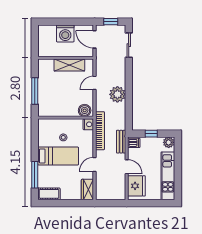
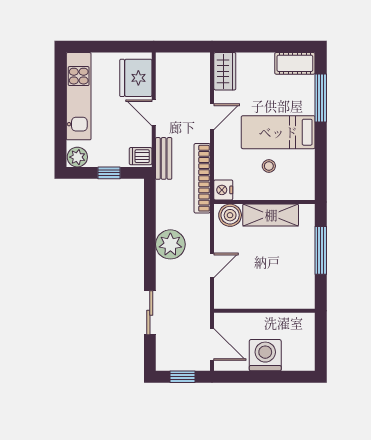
sliding door: (129, 45) -> (150, 313), moved
shelving: (69, 65) -> (271, 215), moved

